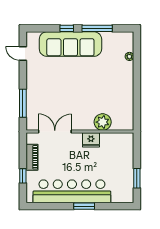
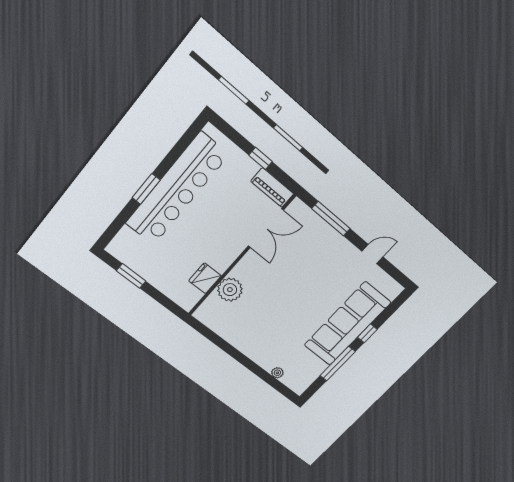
door: (23, 53) -> (372, 254), moved
fridge: (91, 140) -> (205, 278), moved
piano: (32, 157) -> (272, 188), moved
window: (23, 176) -> (261, 158), moved

